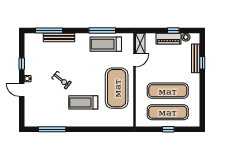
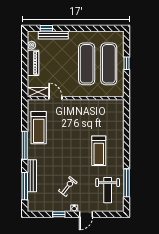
window: (102, 31) -> (25, 145), moved
window: (173, 31) -> (25, 58), removed
window: (202, 63) -> (46, 28), moved
exercise bike: (62, 80) -> (68, 186), moved
exercise mat: (117, 88) -> (84, 116), removed
weight bench: (45, 111) -> (108, 190), added

